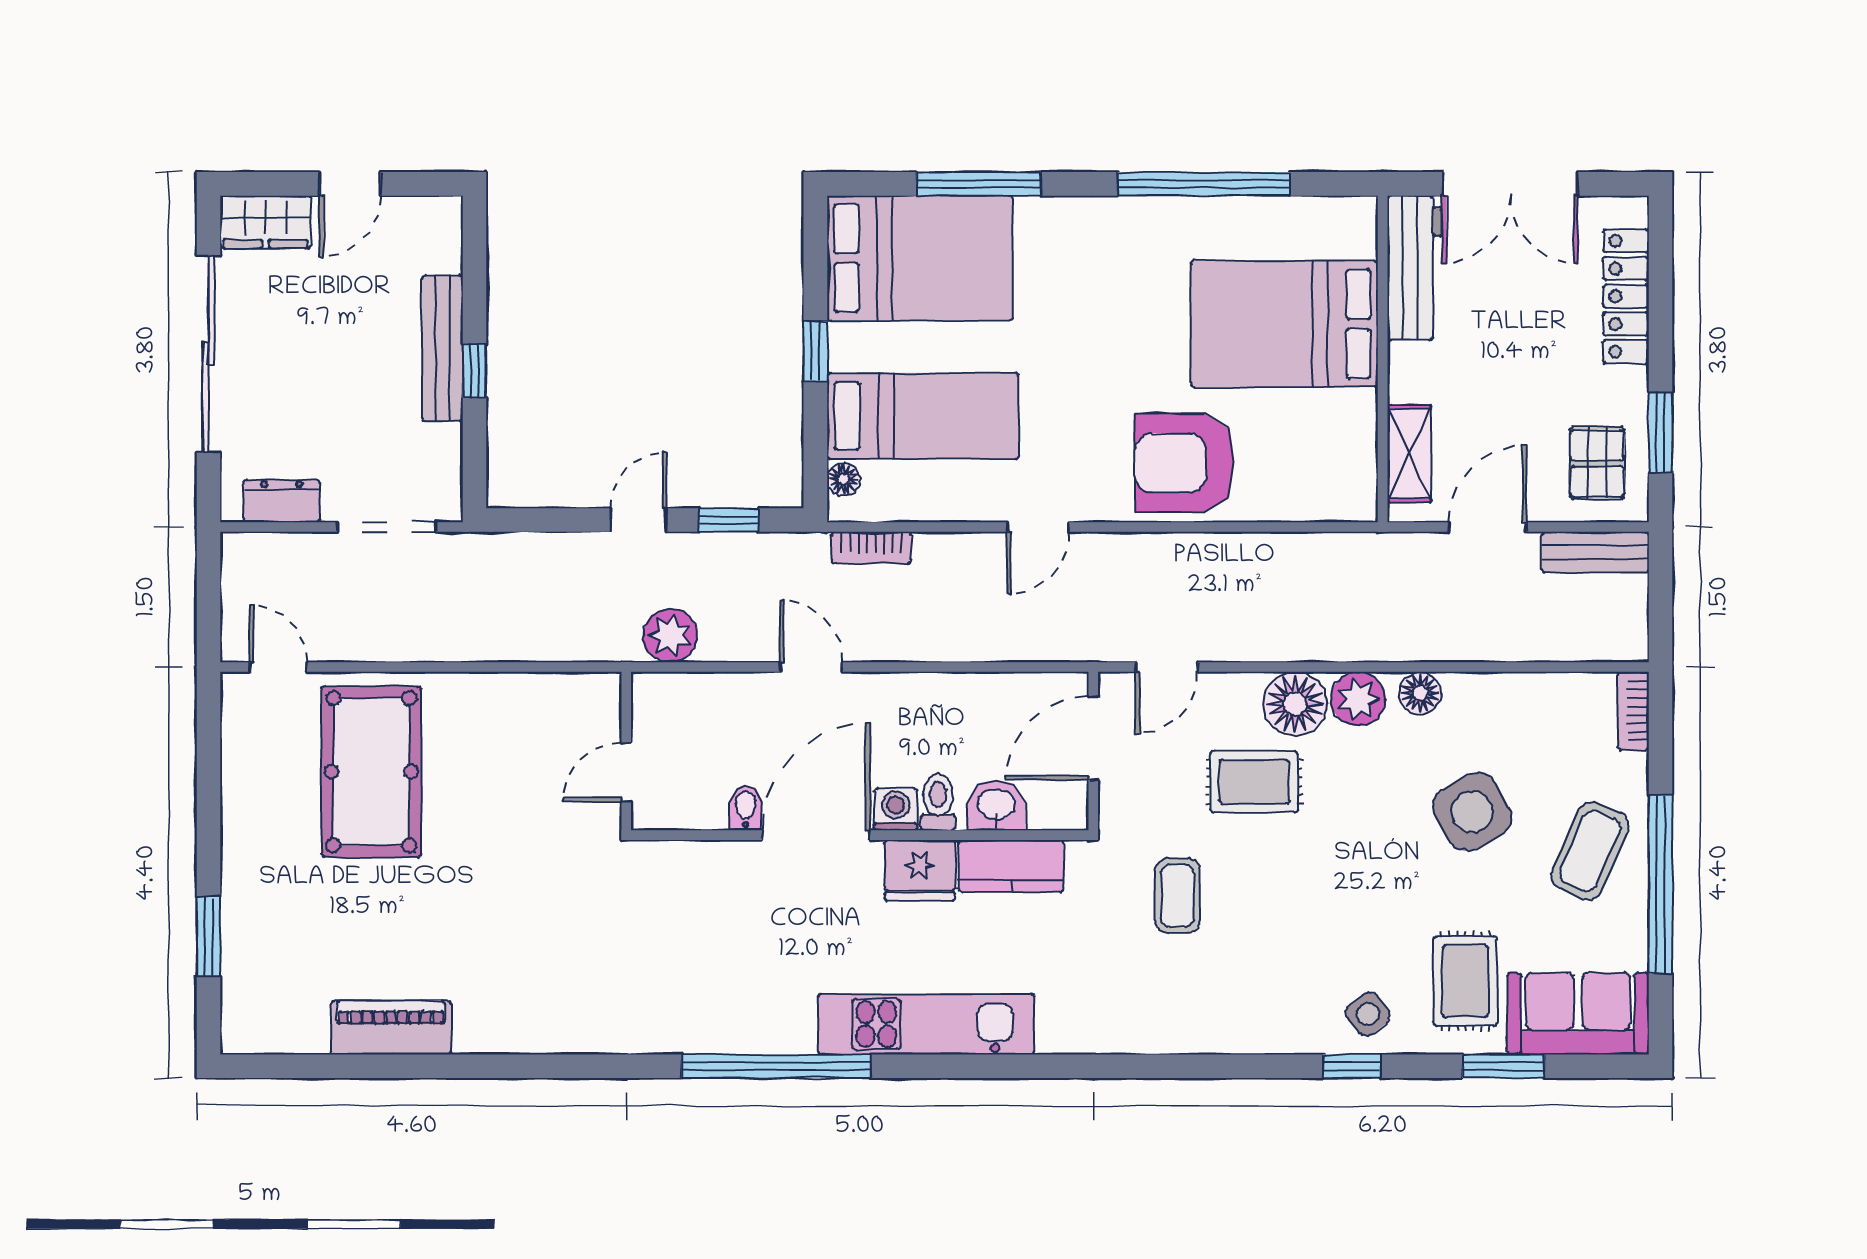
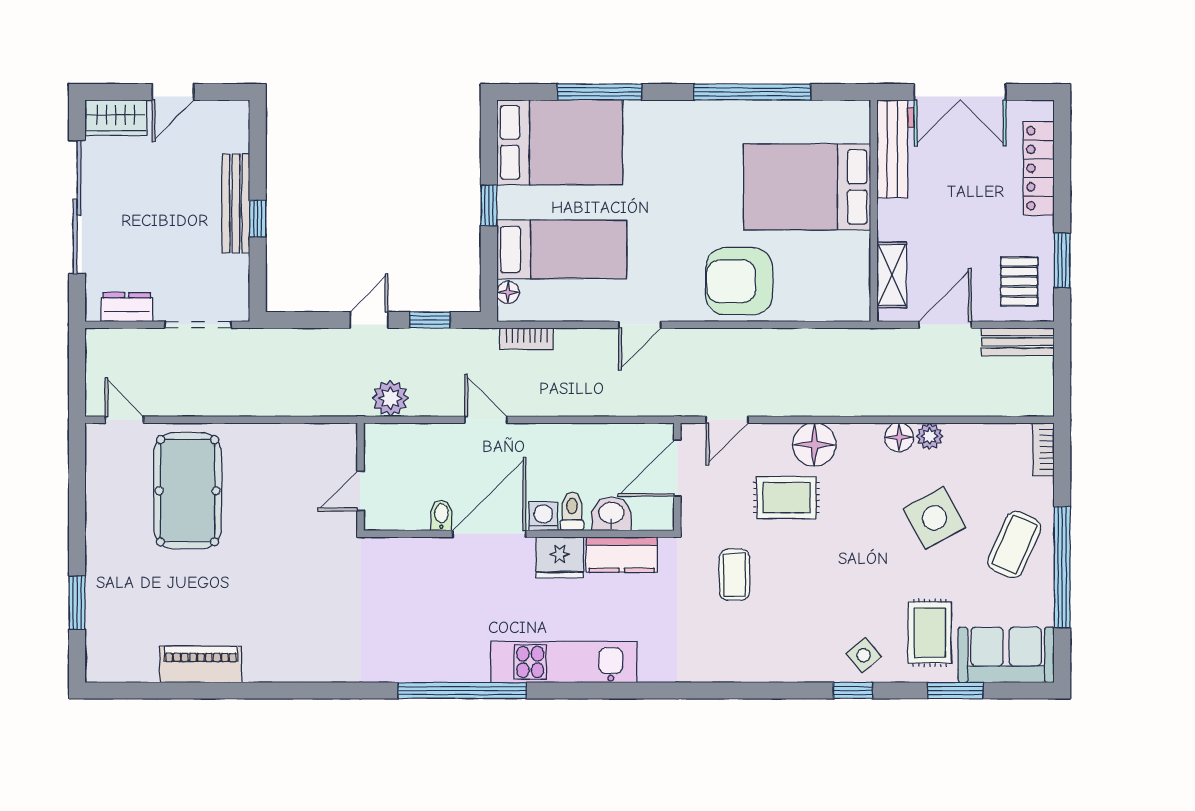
plant: (1358, 699) -> (930, 436), moved, width x0.73, depth x0.73

